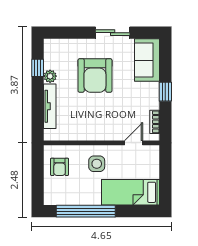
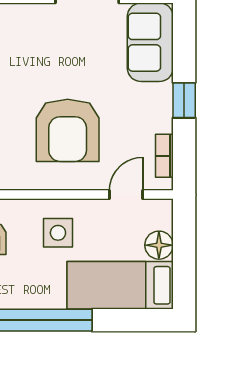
armchair: (95, 75) -> (68, 130), moved
floor lamp: (152, 170) -> (159, 245), added

